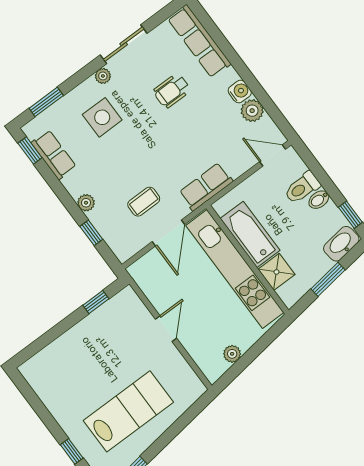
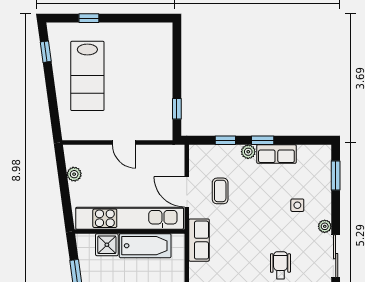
side table: (102, 117) -> (297, 205), width x0.54, depth x0.54
window: (30, 151) -> (263, 140), moved
row of seats: (54, 155) -> (276, 154), moved

